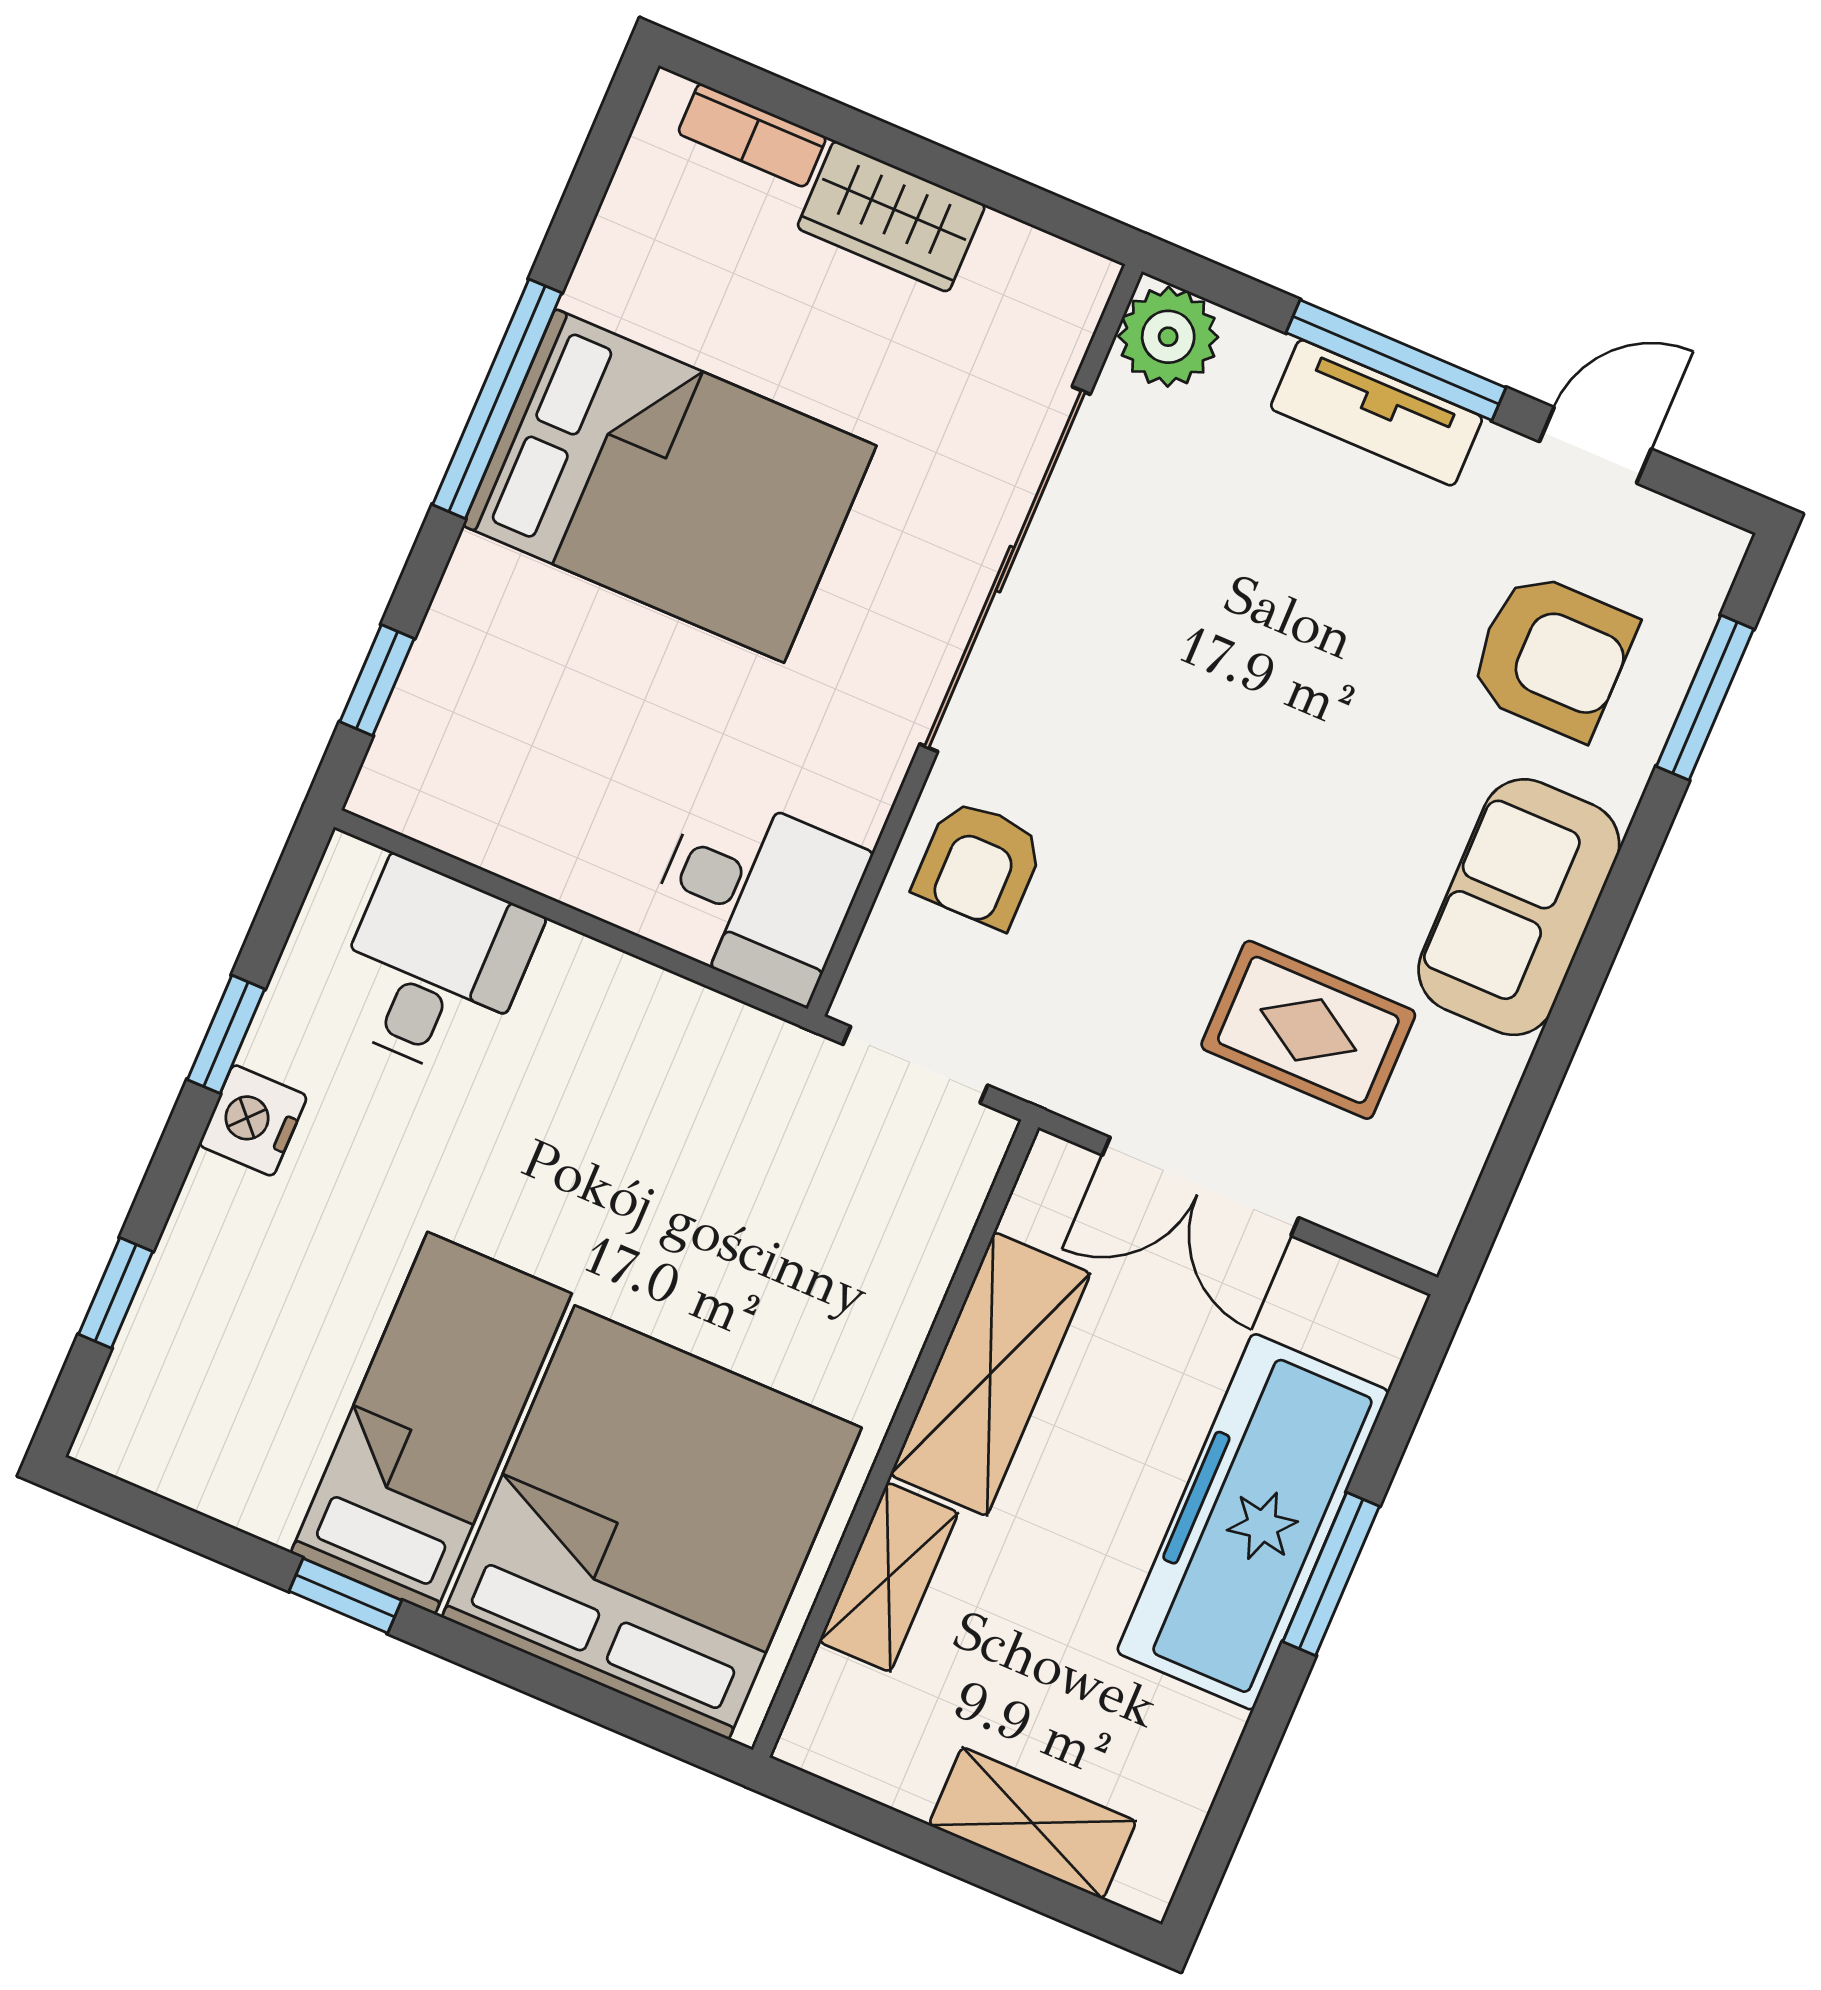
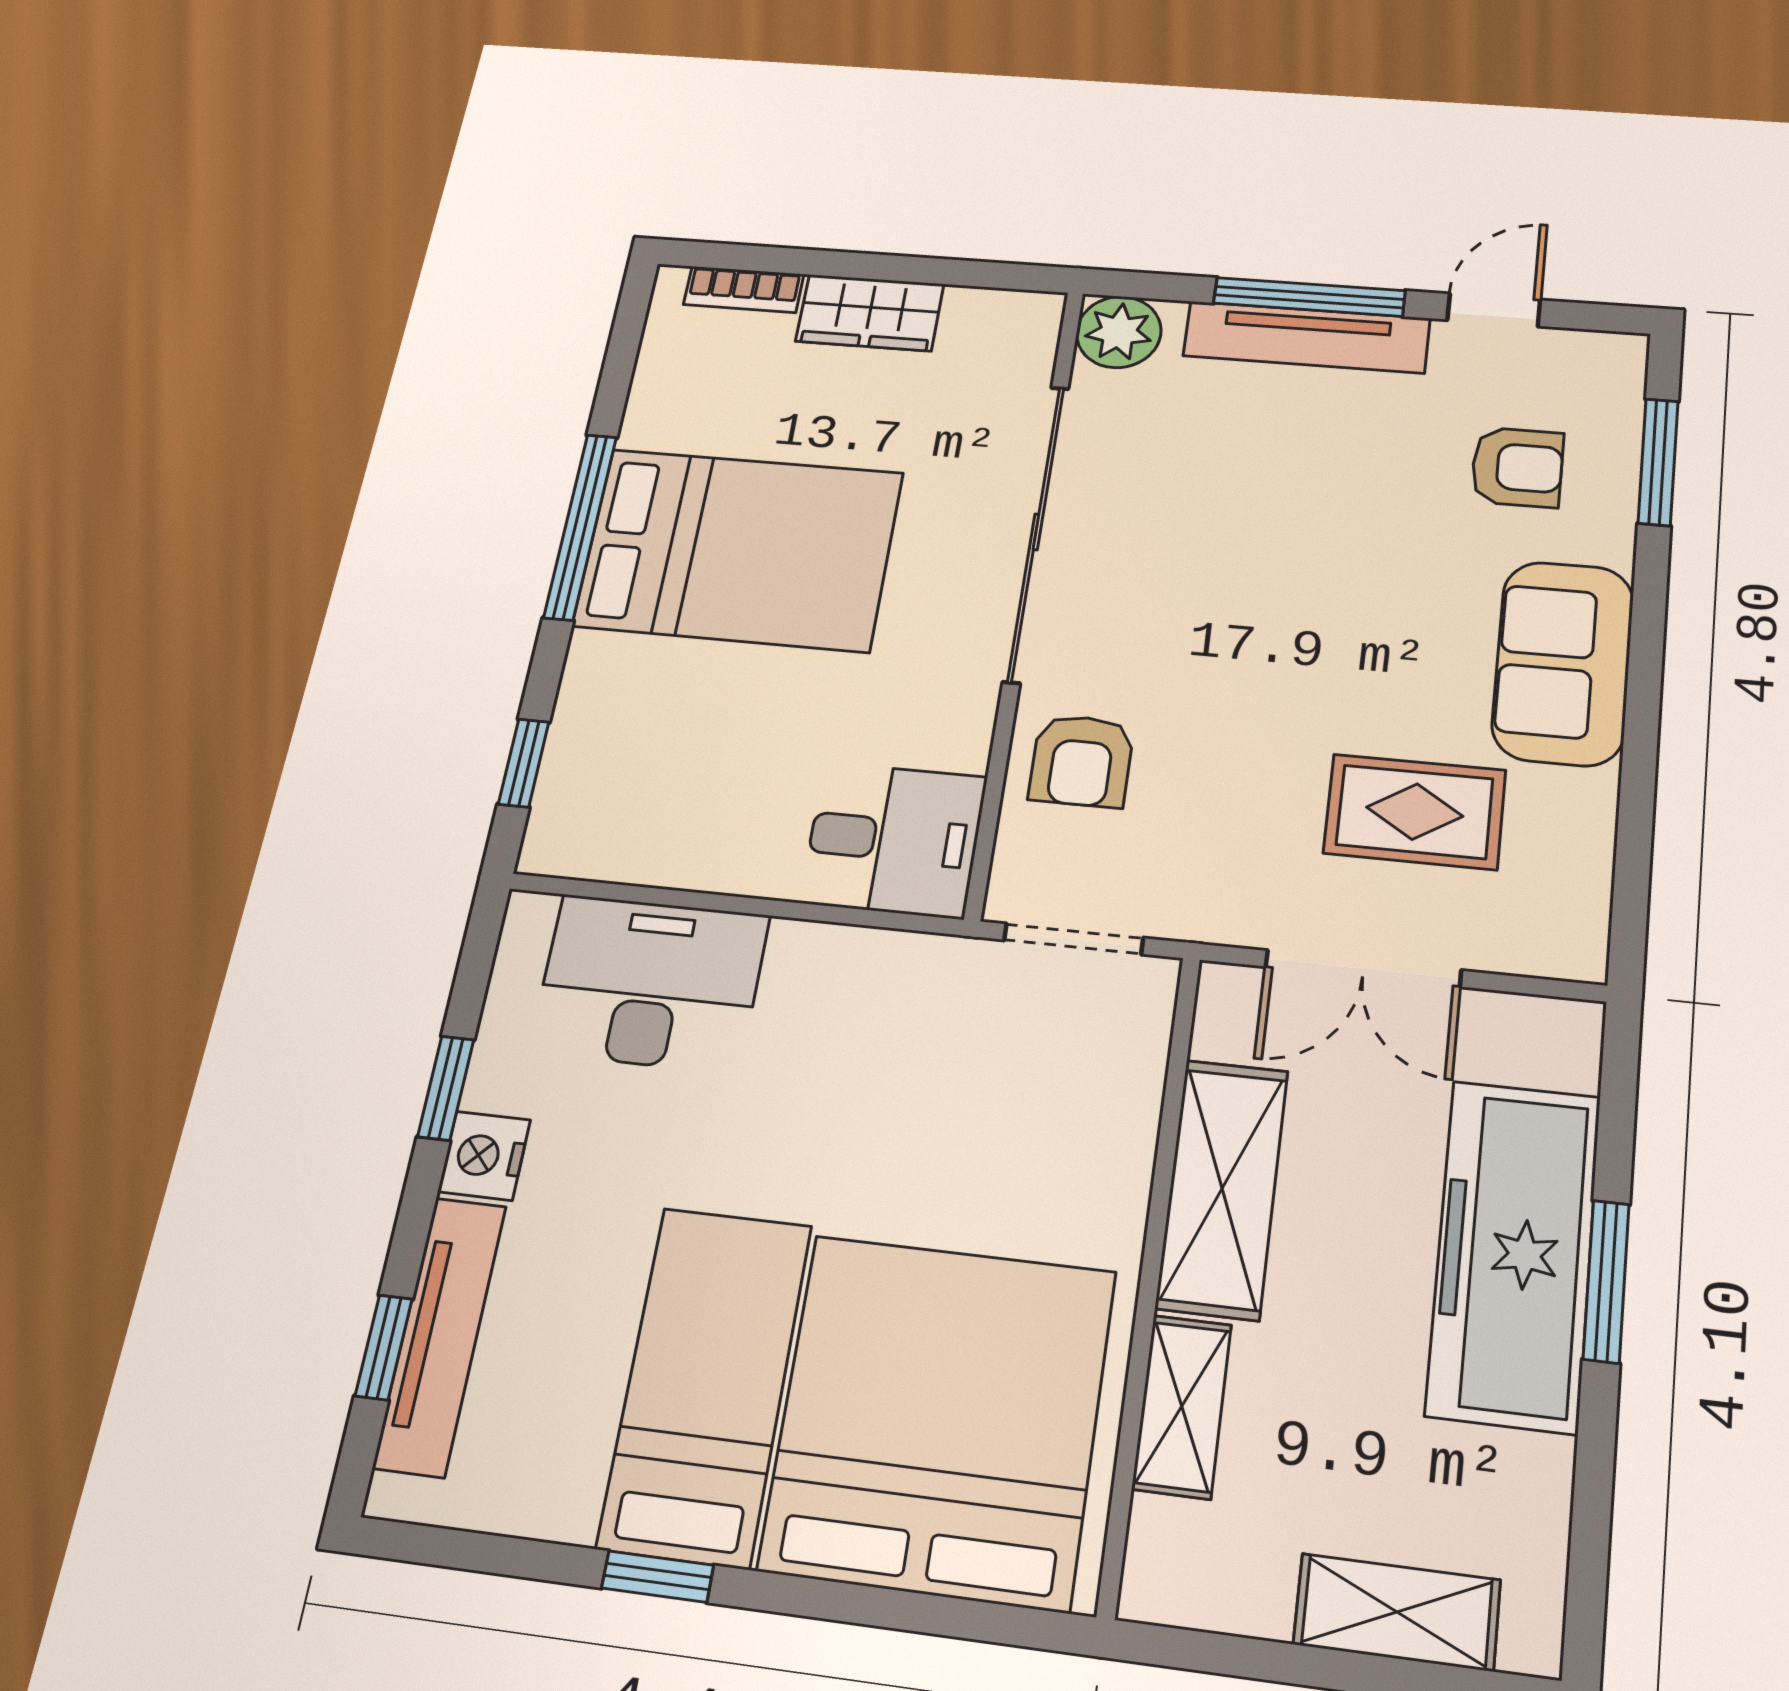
tv unit: (1376, 413) -> (1306, 337), width x1.41
armchair: (1552, 656) -> (1517, 467), width x0.72, depth x0.72
desk: (433, 969) -> (650, 983), width x1.37
tv unit: (175, 1297) -> (440, 1335), added

